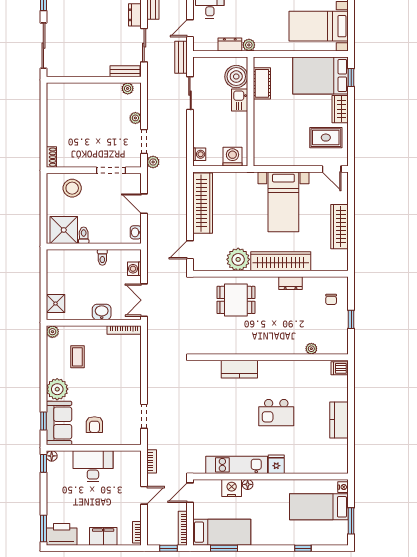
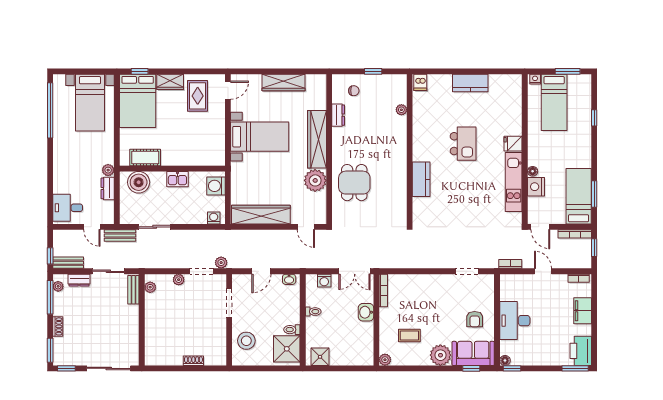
kitchen sink: (240, 100) -> (177, 179), moved
shoe rack: (51, 157) -> (193, 361), moved
dresser: (291, 283) -> (338, 115), moved
shower: (56, 304) -> (320, 357), moved
armchair: (94, 425) -> (475, 319), turned 90

